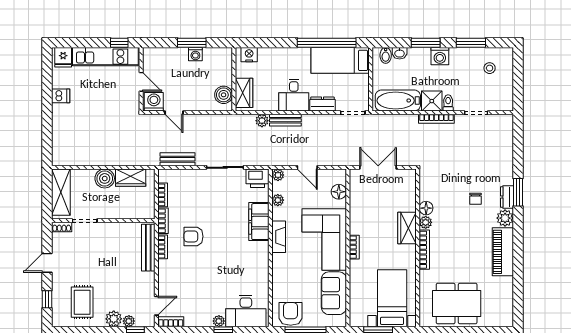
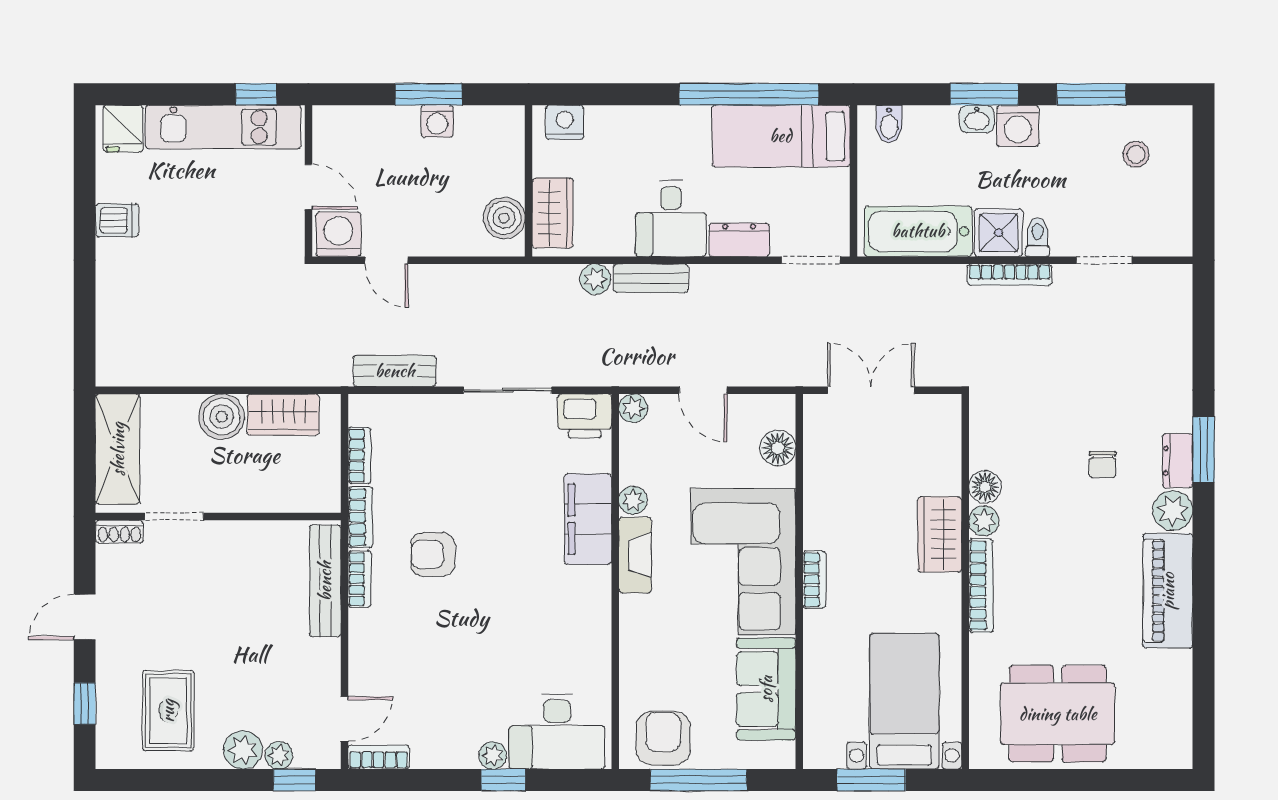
washbasin: (400, 53) -> (977, 119), moved
plant: (278, 200) -> (633, 500), moved

